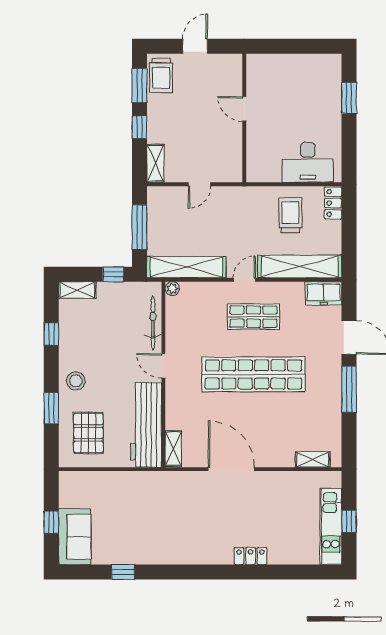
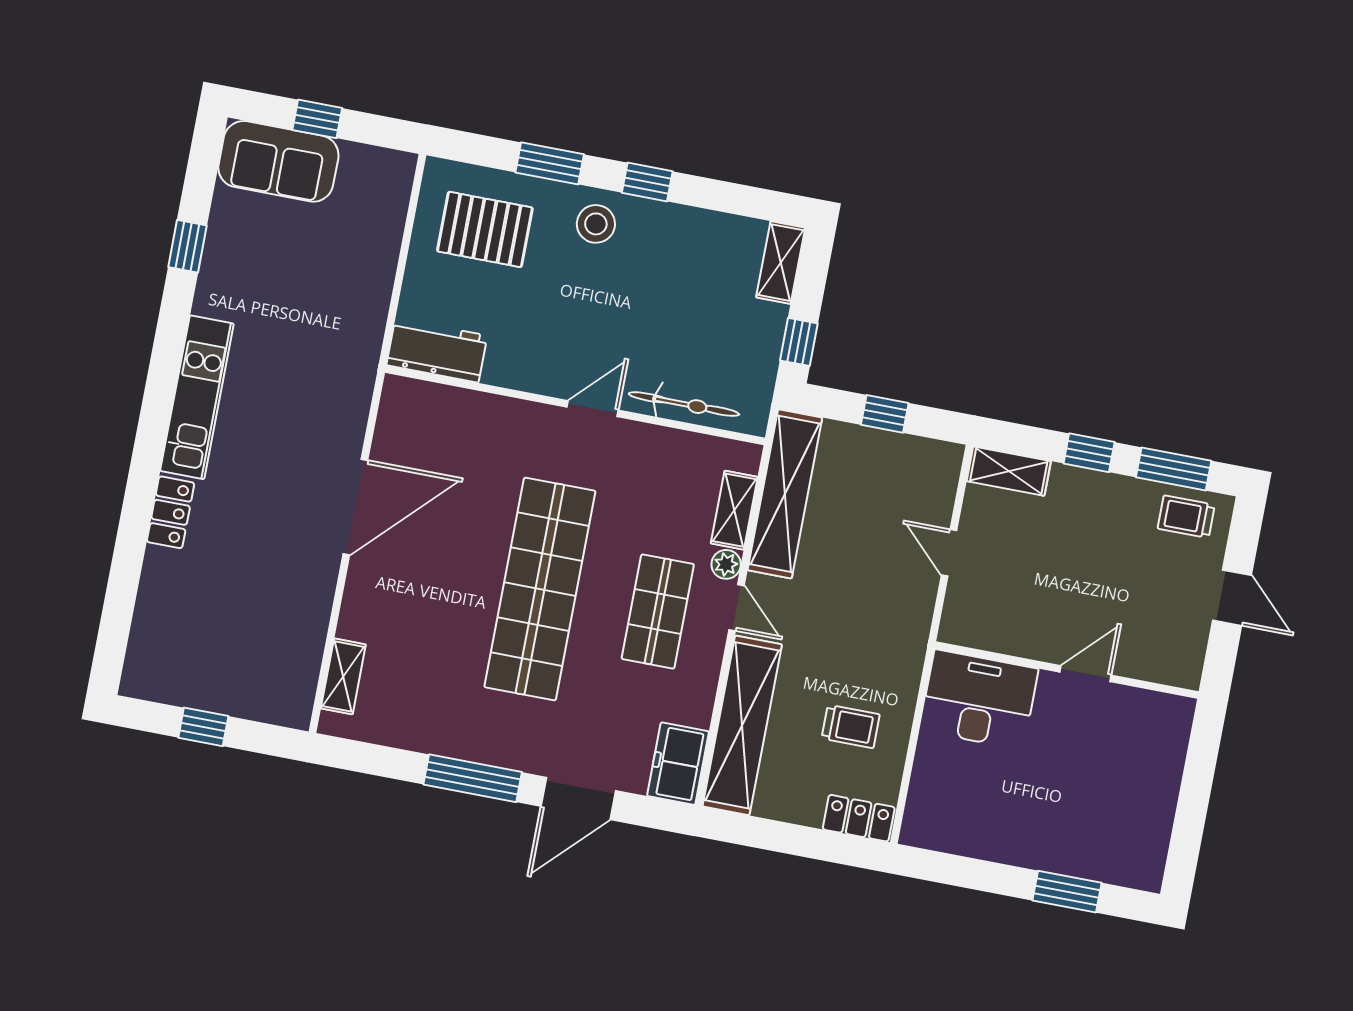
trolley: (161, 75) -> (1186, 517), width x0.73, depth x0.72
desk: (308, 162) -> (979, 700), moved, turned 90
trolley: (290, 215) -> (851, 726), width x0.73, depth x0.72
window: (139, 227) -> (885, 414), width x0.46
plant: (172, 289) -> (726, 564), moved
window: (51, 334) -> (647, 182), moved
workbench: (146, 425) -> (437, 350), width x0.53, depth x0.76
shelving: (173, 449) -> (734, 510), moved, turned 90
kitchen unit: (331, 526) -> (197, 397), moved, turned 90

